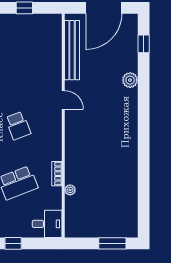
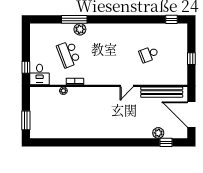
plant: (130, 80) -> (158, 133), moved
school desk: (18, 126) -> (149, 54), moved
window: (13, 243) -> (26, 67), moved

